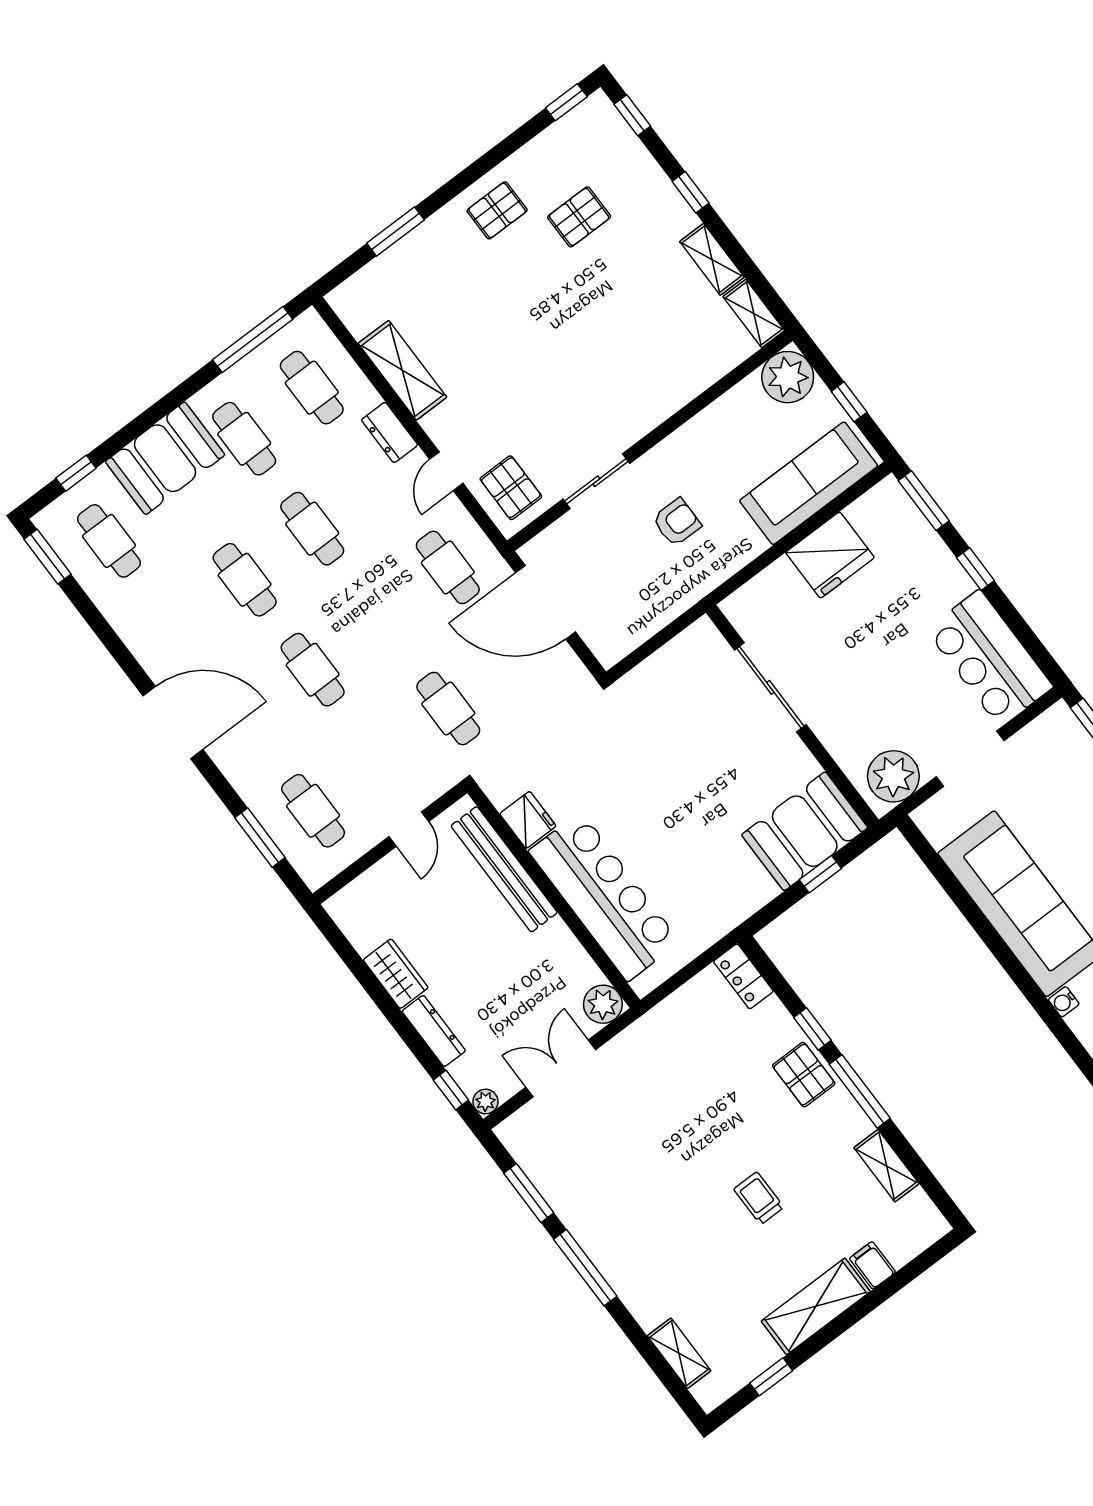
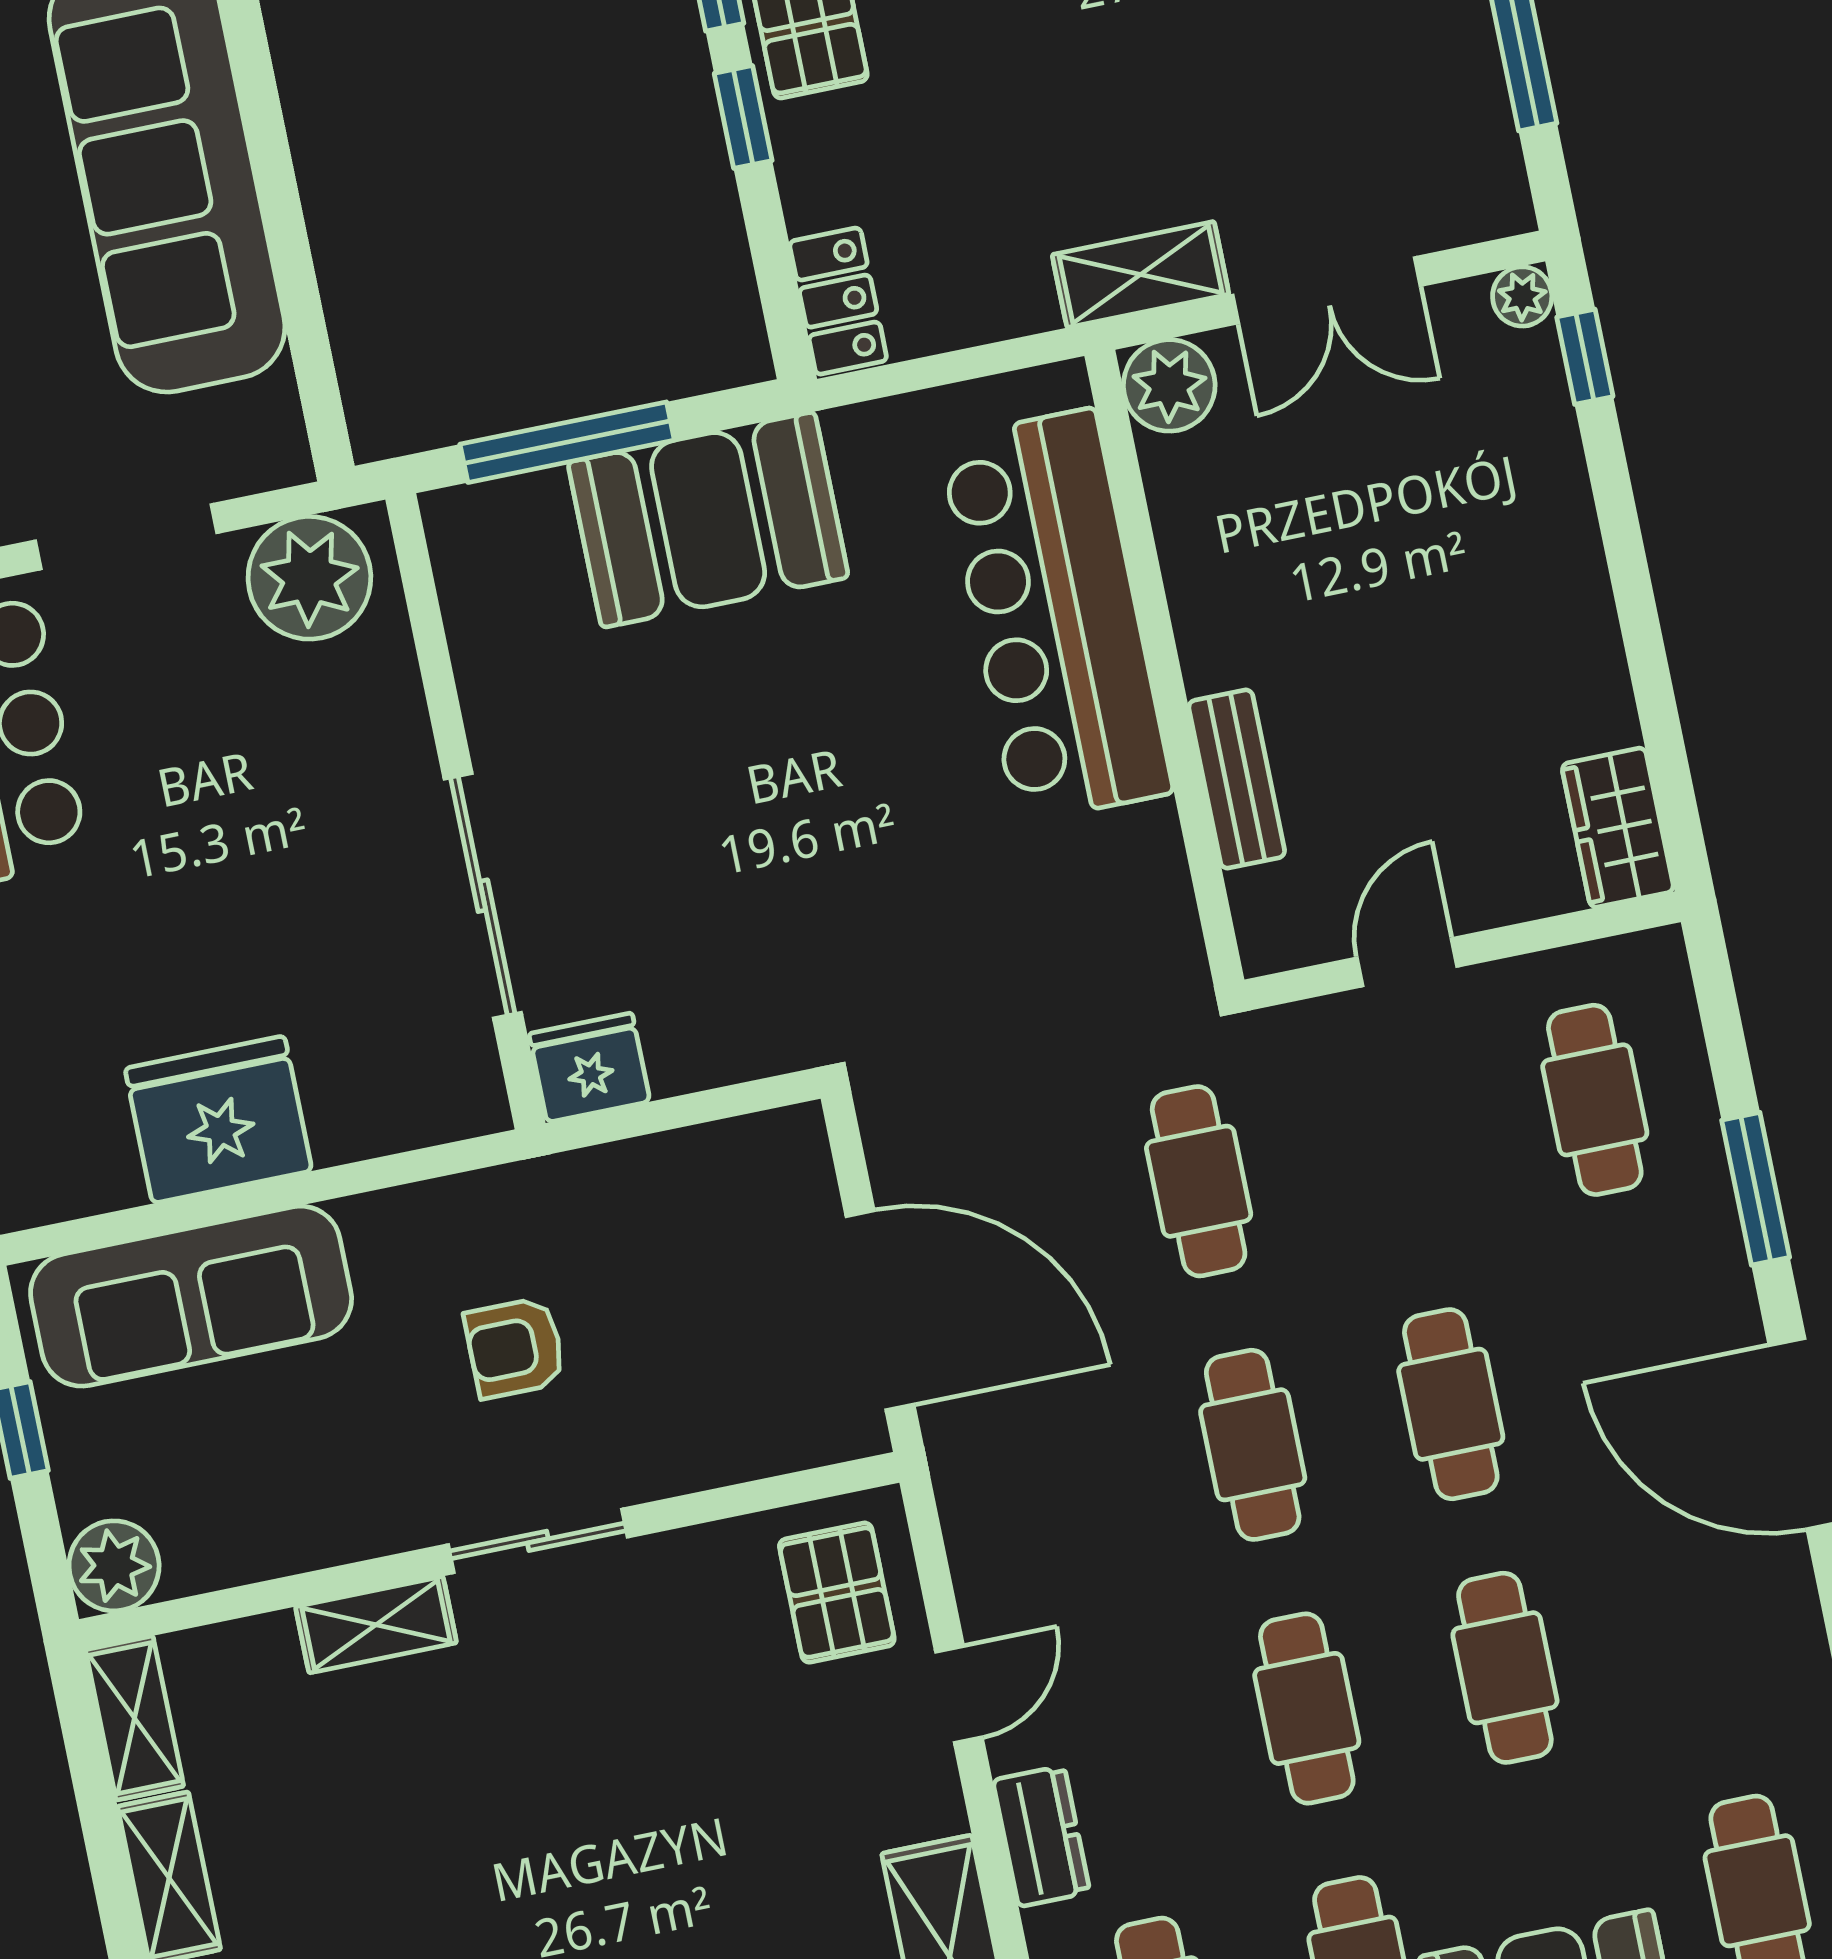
plant: (788, 377) -> (114, 1566), width x0.73, depth x0.73
shelving: (679, 392) -> (376, 1625), added
sliding door: (596, 481) -> (538, 1541), moved
cafe table: (448, 567) -> (1253, 1445), moved
fridge: (528, 820) -> (589, 1068), moved, turned 90
booth: (805, 831) -> (708, 520), moved
window: (260, 838) -> (1756, 1189), moved
bench: (504, 869) -> (1237, 779), width x0.54, depth x0.82
window: (820, 874) -> (567, 442), width x2.17
wardrobe: (396, 974) -> (1618, 828), moved
dresser: (434, 1031) -> (1561, 502), removed
shelving: (634, 1041) -> (1141, 274), added

